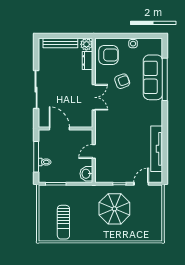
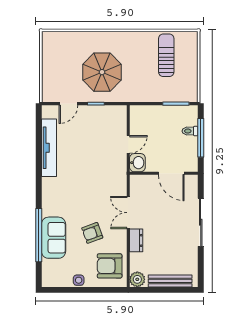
dresser: (87, 60) -> (136, 240), moved
sofa: (153, 77) -> (54, 238), width x0.73
washbasin: (86, 174) -> (137, 163), moved

